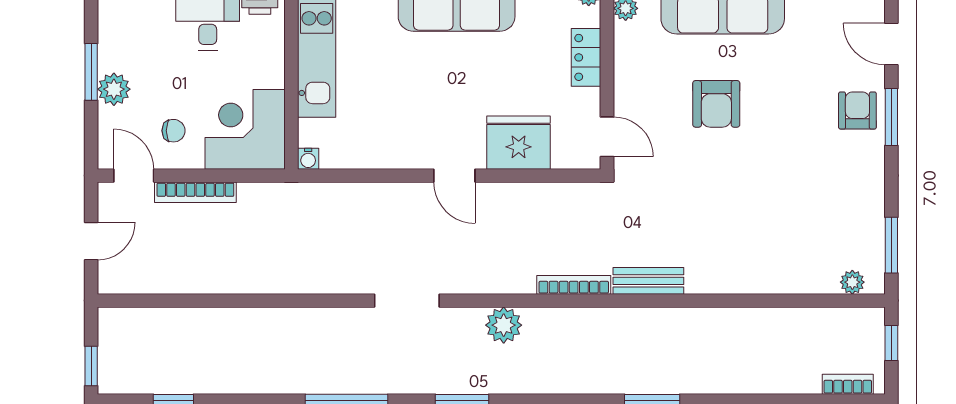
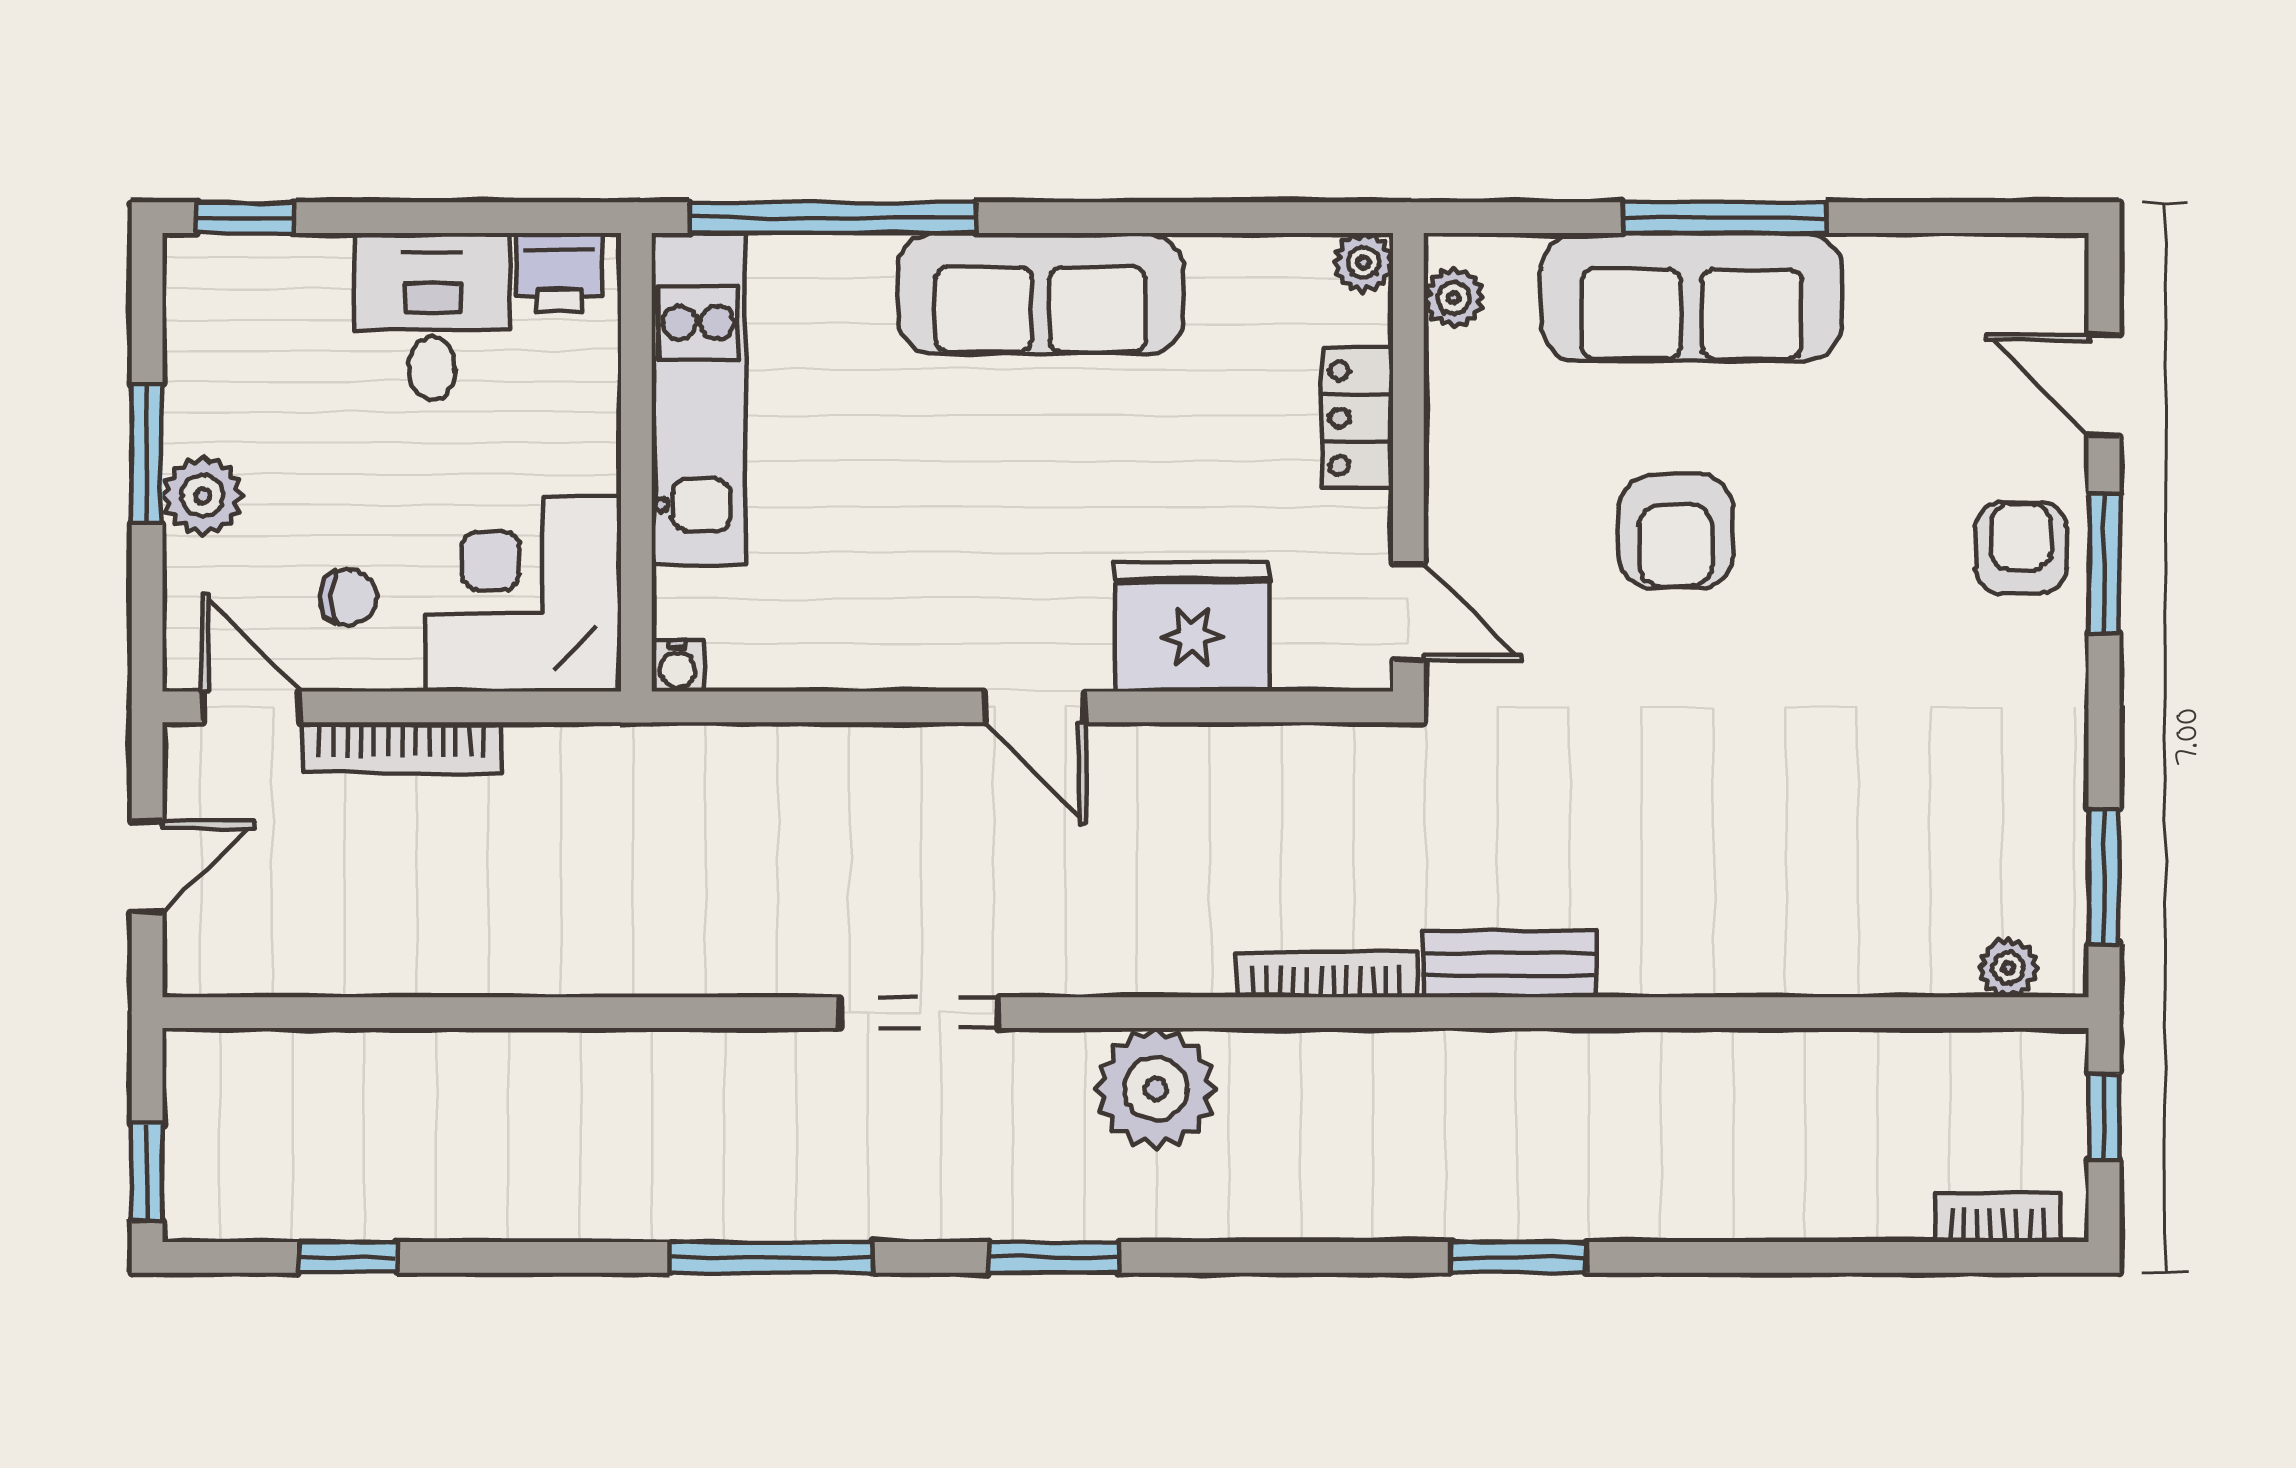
plant: (504, 325) -> (1156, 1089), width x1.36, depth x1.36

